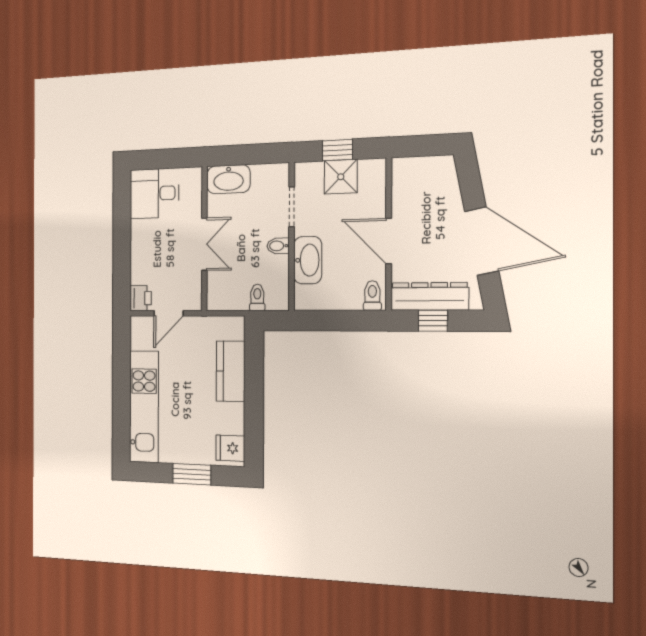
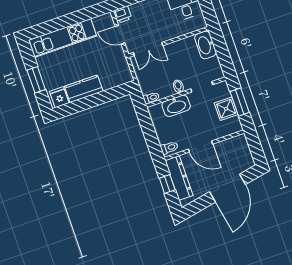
window: (337, 150) -> (240, 102), width x1.50
door: (389, 241) -> (201, 147), swing flipped
door: (482, 241) -> (227, 188), moved
double door: (204, 244) -> (148, 49), moved
toilet: (257, 297) -> (151, 98), moved
kitchen counter: (231, 371) -> (84, 89), moved

